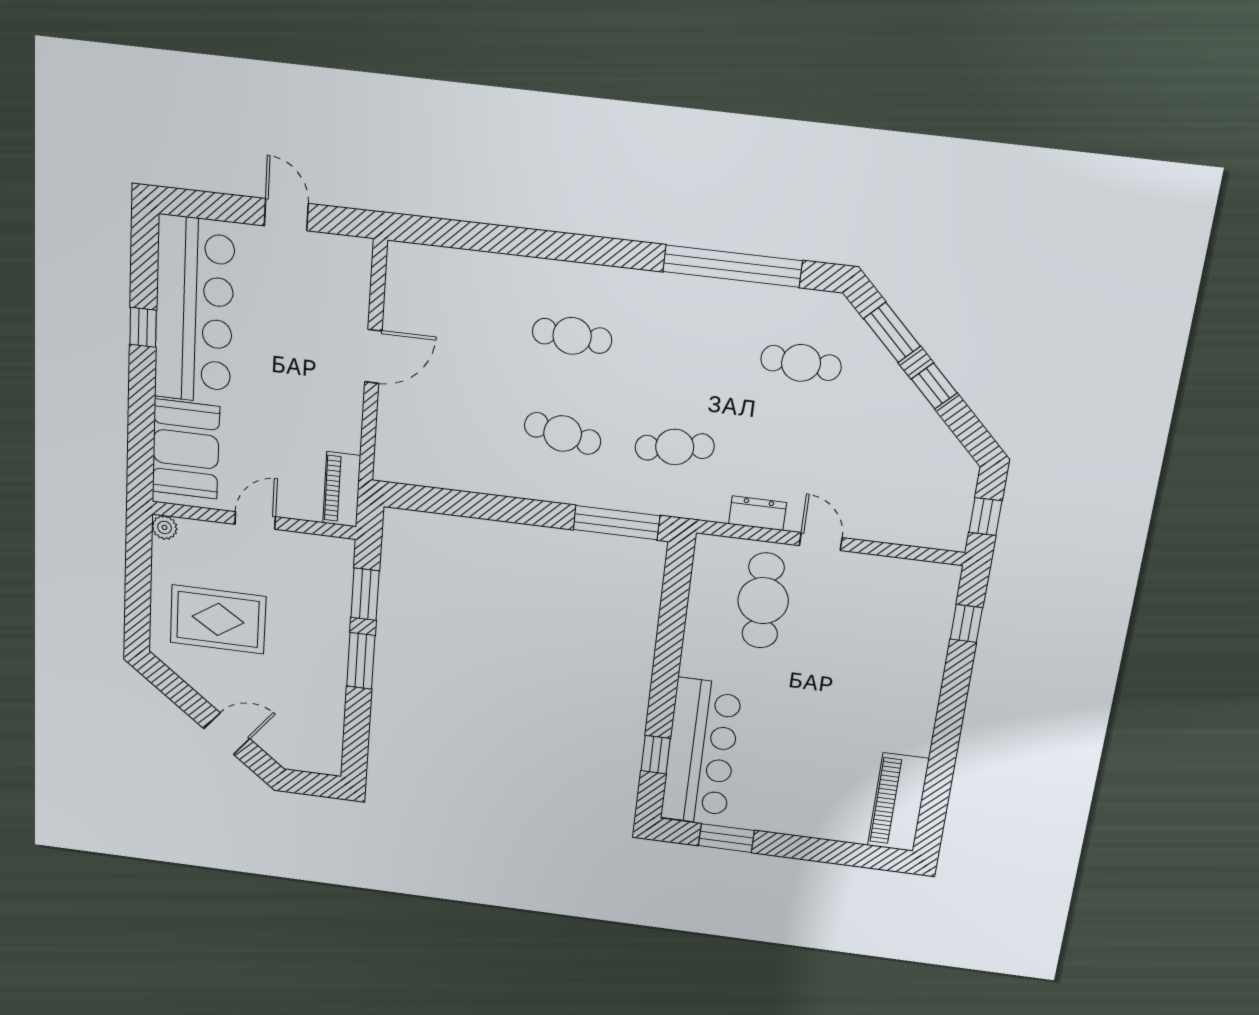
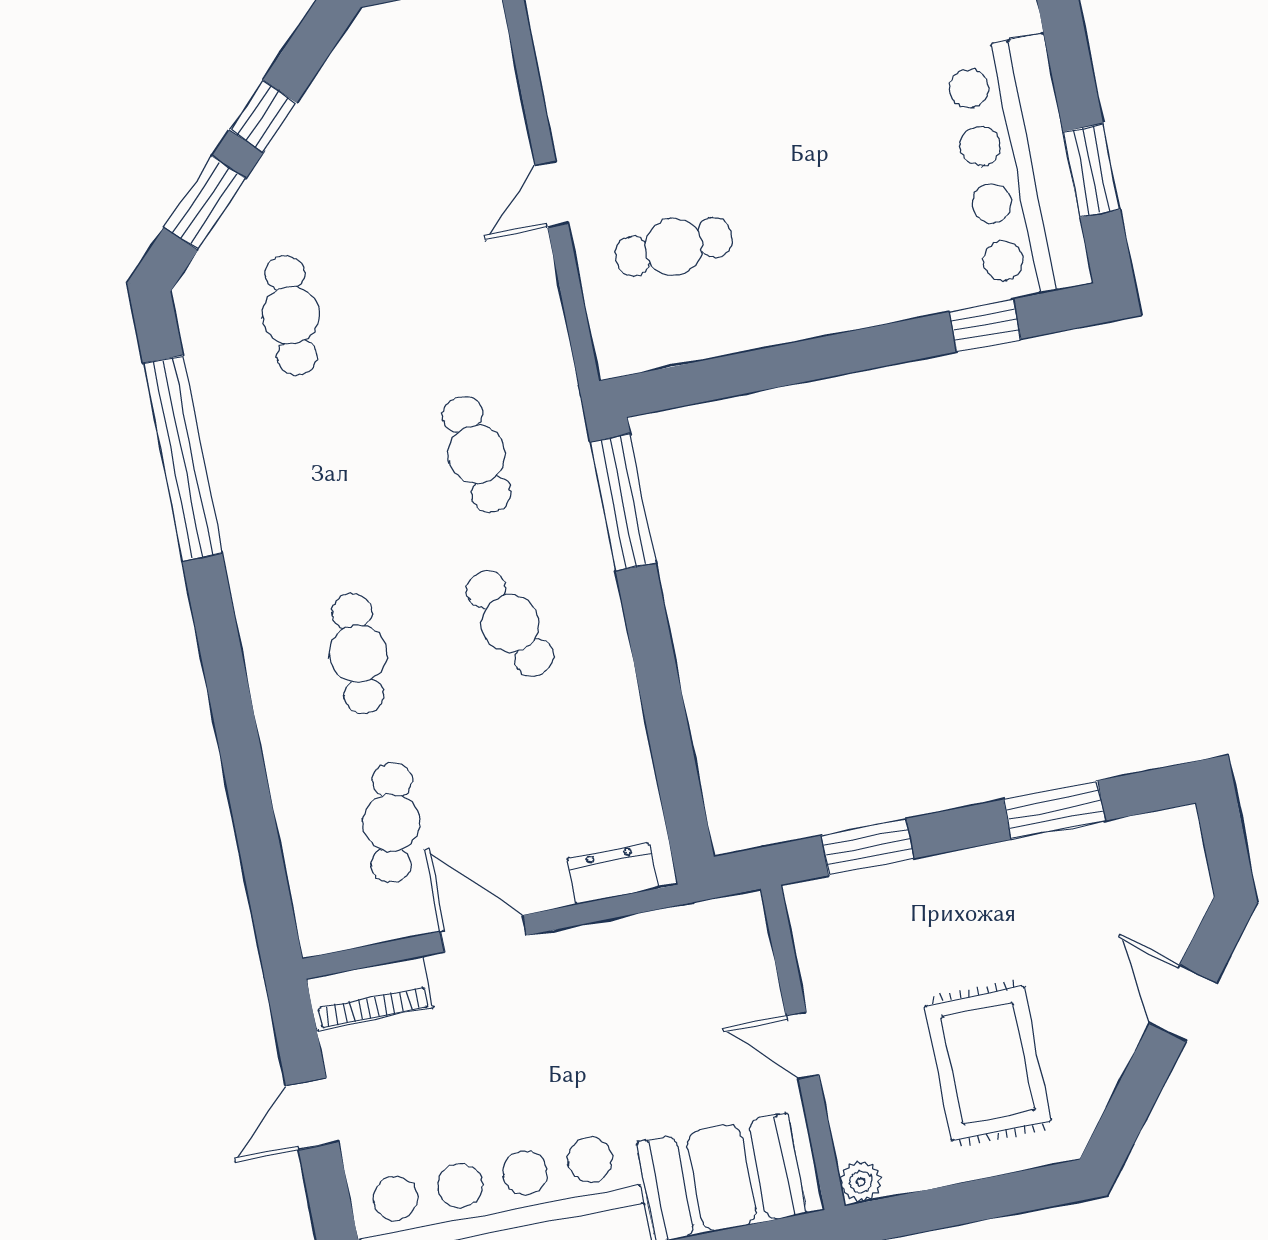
cafe table: (459, 323) -> (392, 823), added
cafe table: (563, 433) -> (510, 623), turned -36
piano: (342, 489) -> (370, 993), moved
dresser: (757, 513) -> (612, 874), moved, turned 90
cafe table: (763, 601) -> (674, 247), width x0.73, depth x0.74
window: (361, 661) -> (1054, 810), moved
bar counter: (701, 752) -> (1018, 168), moved, turned -90

